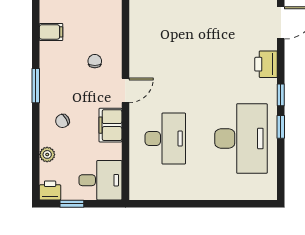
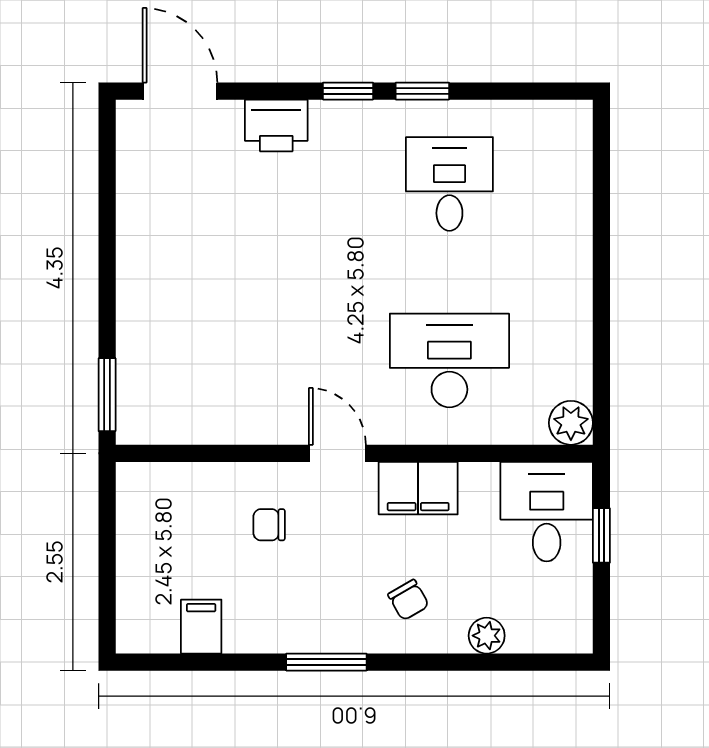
desk: (241, 139) -> (449, 184), width x0.53, depth x0.77
printer: (50, 190) -> (570, 629), removed
plant: (138, 191) -> (571, 423), added
window: (72, 204) -> (601, 535), moved

